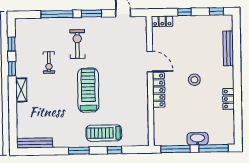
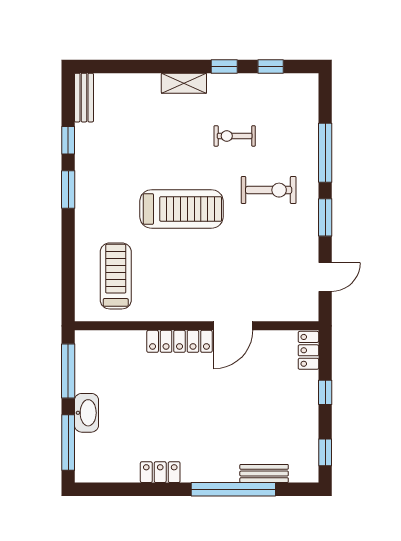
bench: (228, 48) -> (264, 473), width x0.73
window: (237, 60) -> (233, 489), added
stool: (194, 80) -> (198, 409), removed
treadmill: (104, 133) -> (116, 276), moved
bench: (35, 143) -> (84, 98), width x0.73
window: (114, 150) -> (68, 140), moved

